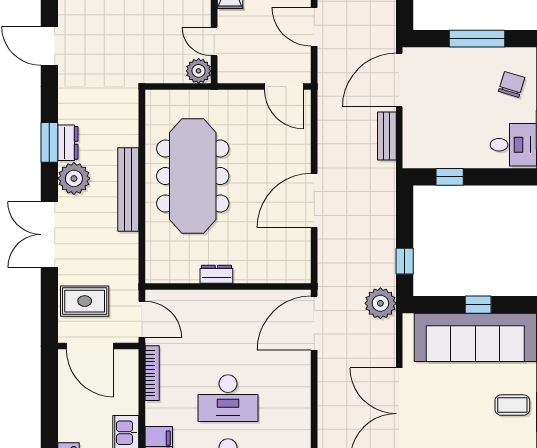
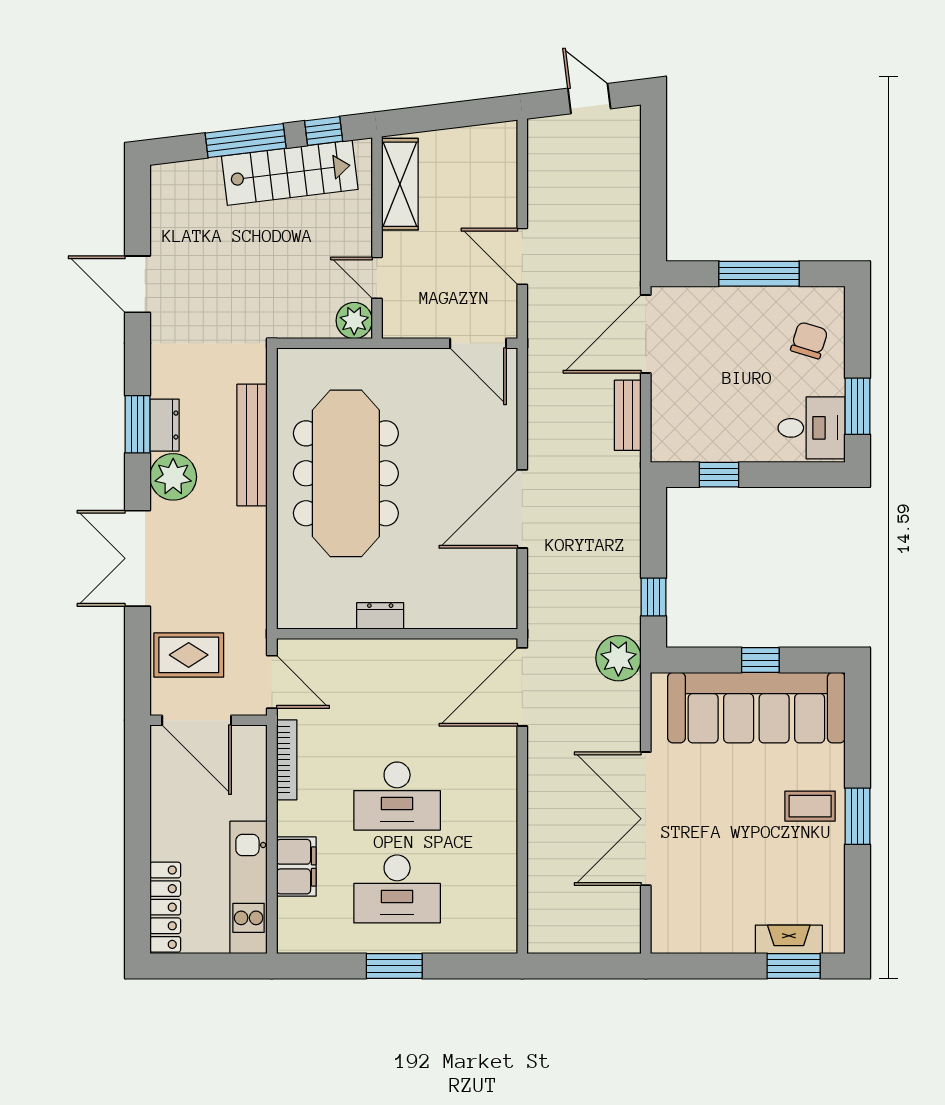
bench: (128, 190) -> (252, 445), moved

